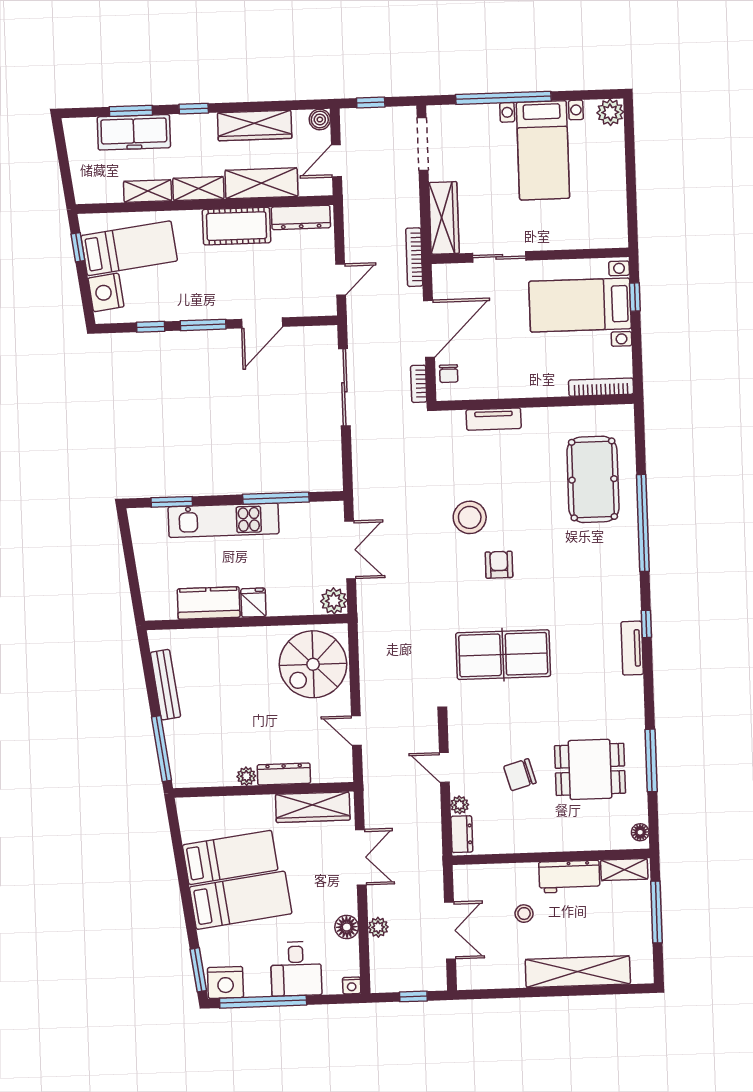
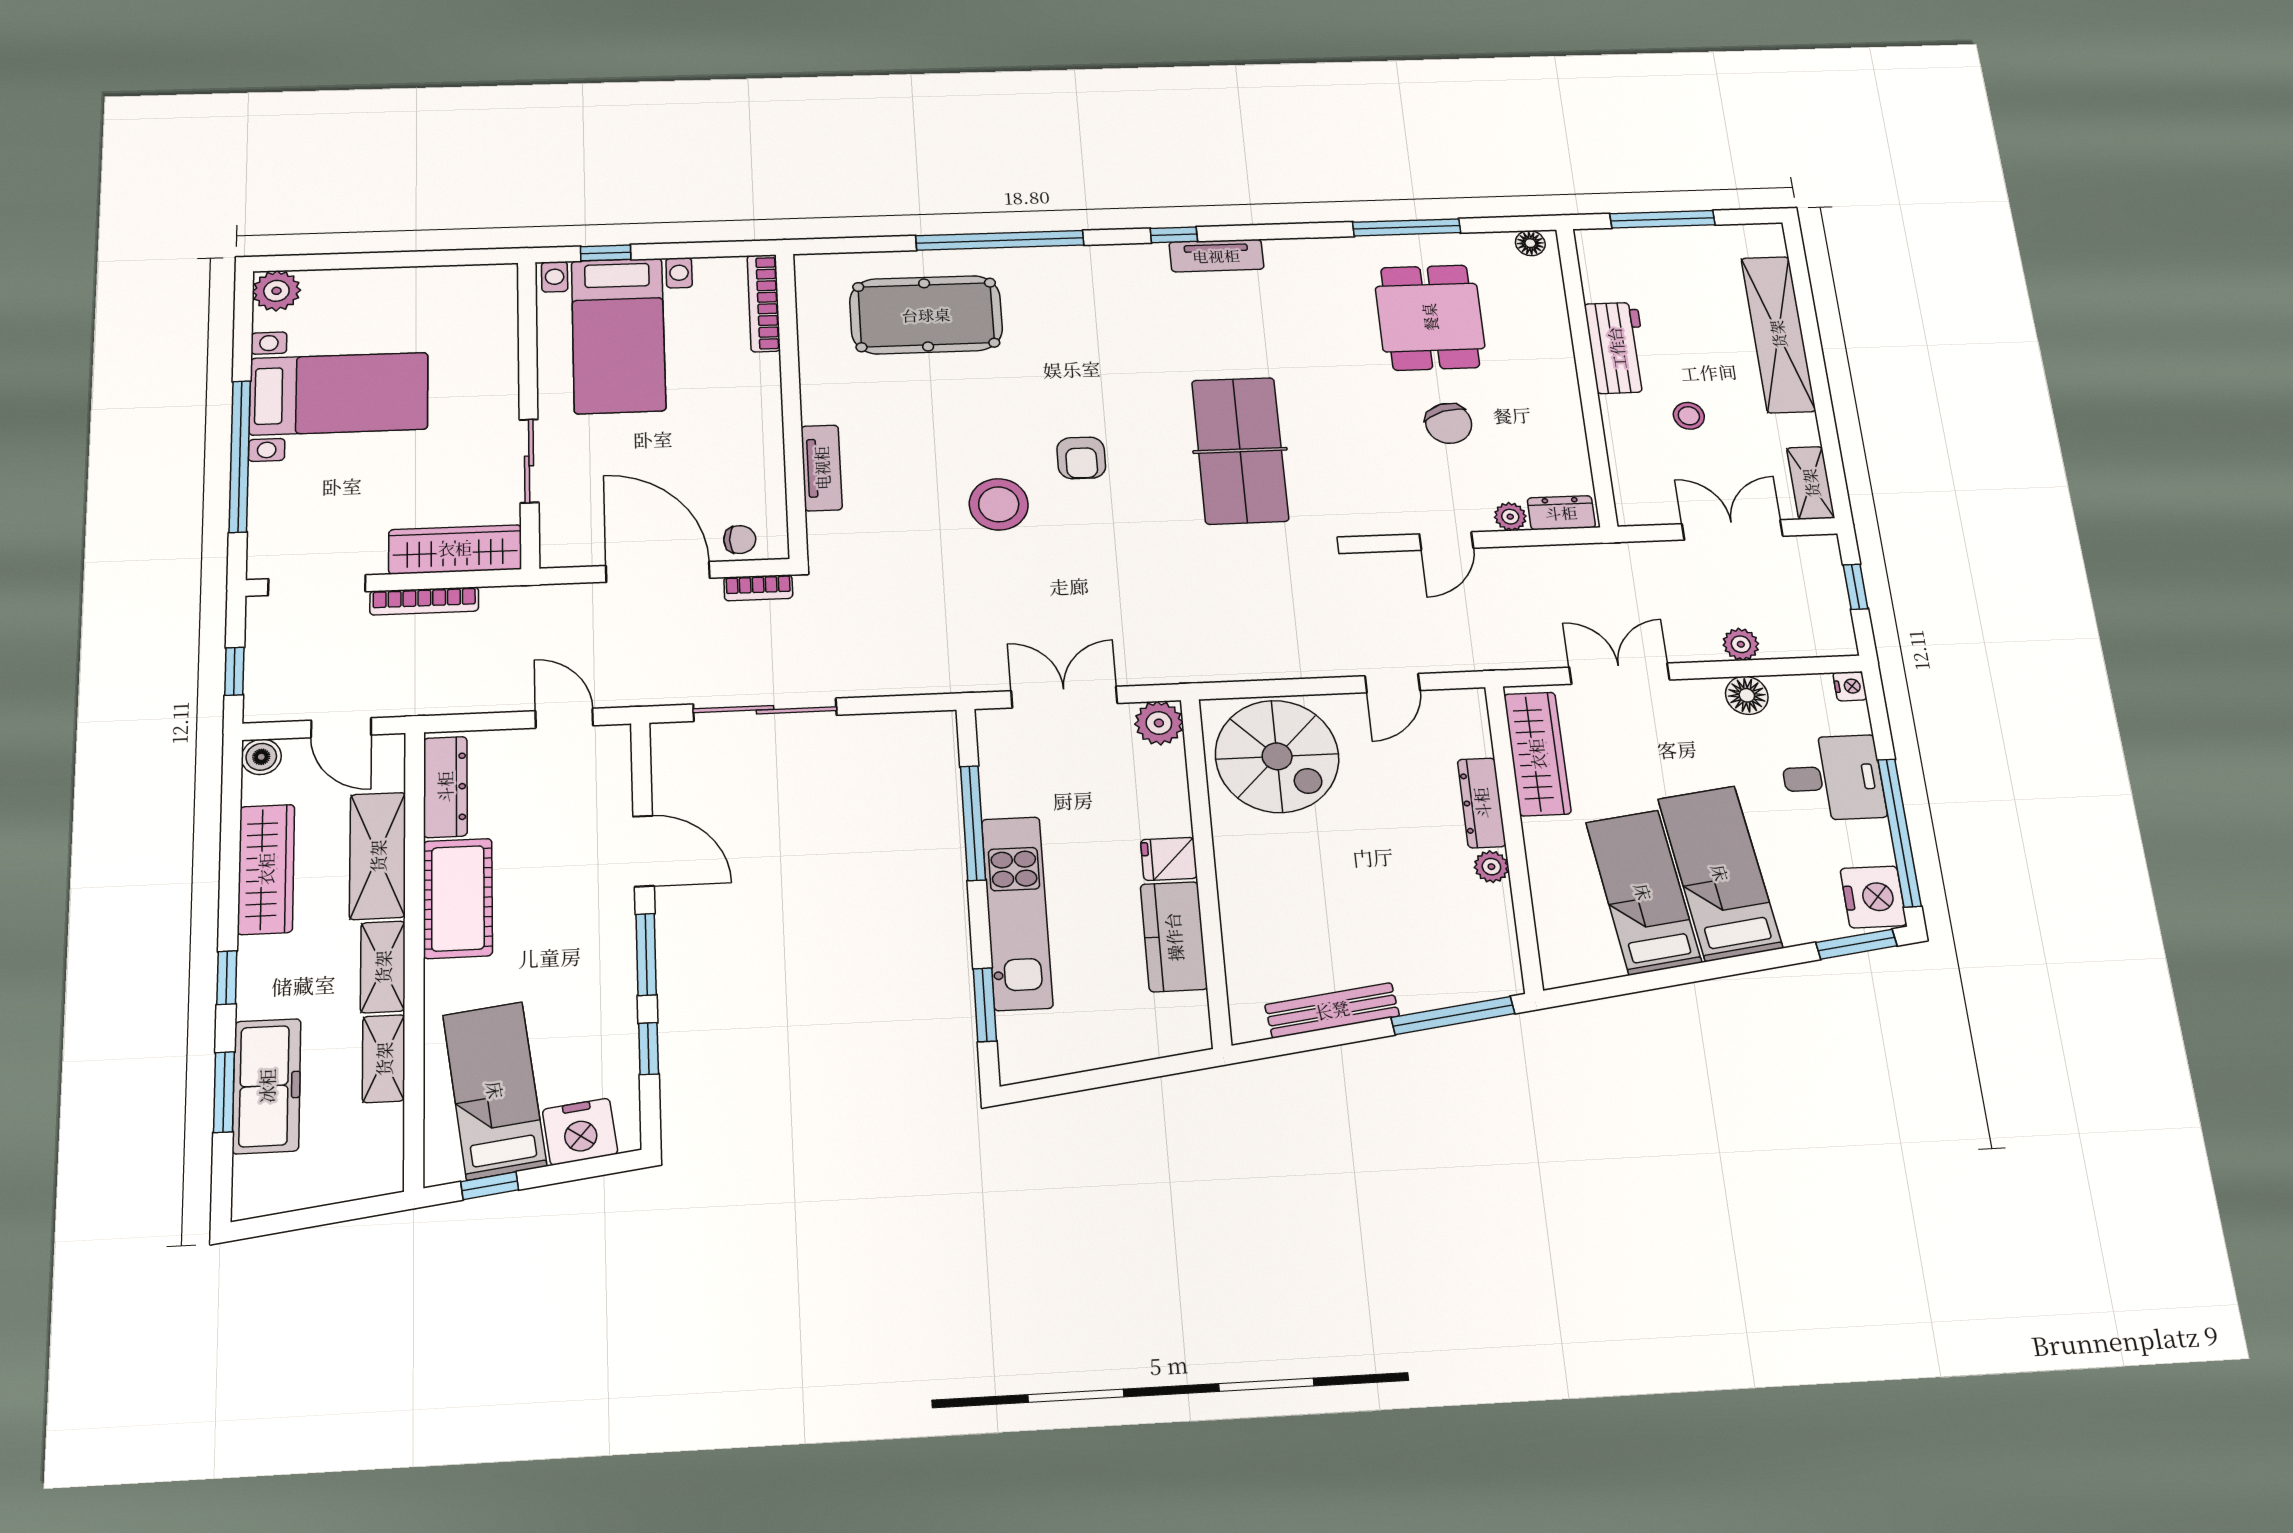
bookcase: (414, 257) -> (424, 601), moved
armchair: (499, 565) -> (1081, 458), turned -90
shelving: (624, 870) -> (1811, 483), moved

